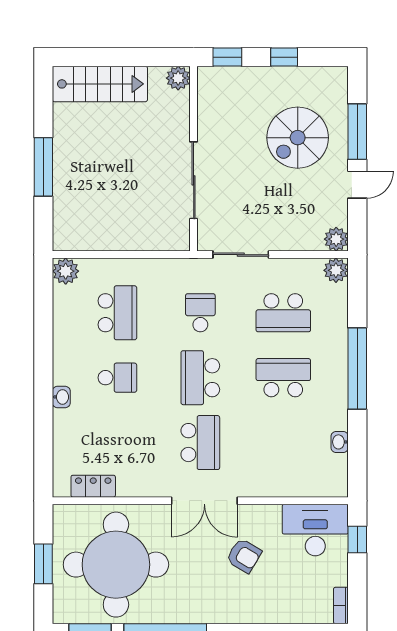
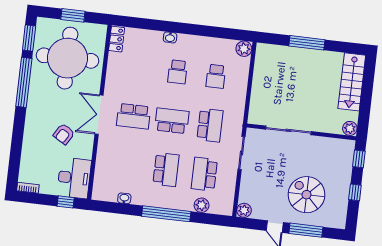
plant: (336, 270) -> (202, 205), moved
school desk: (117, 313) -> (216, 76), width x0.54
school desk: (200, 313) -> (210, 125), width x1.85
locker: (93, 486) -> (117, 39), moved

